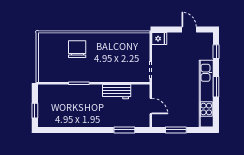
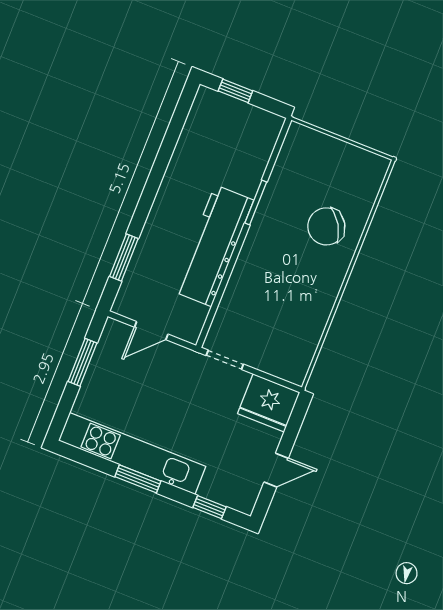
fridge: (159, 39) -> (269, 403), width x1.88, depth x1.34
chair: (77, 49) -> (326, 226), turned 148
workbench: (117, 92) -> (213, 246), width x1.88, depth x1.32

